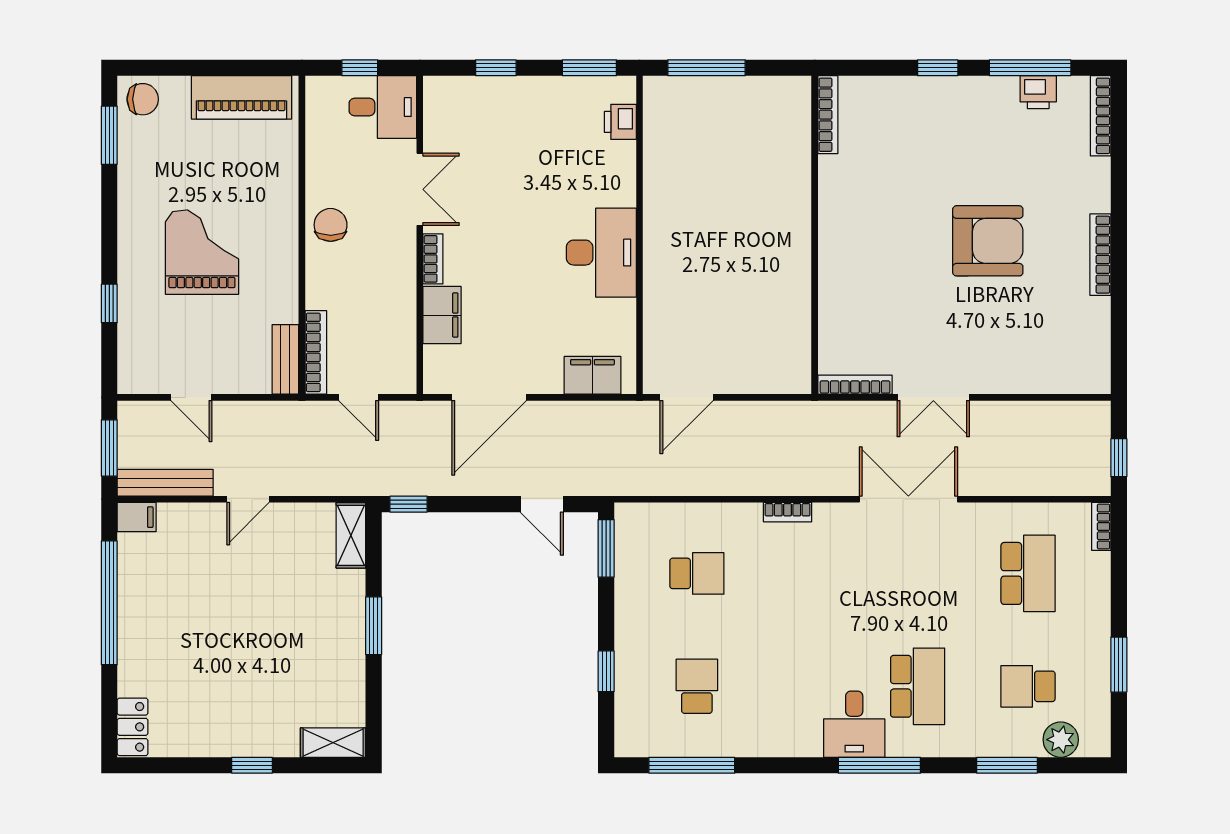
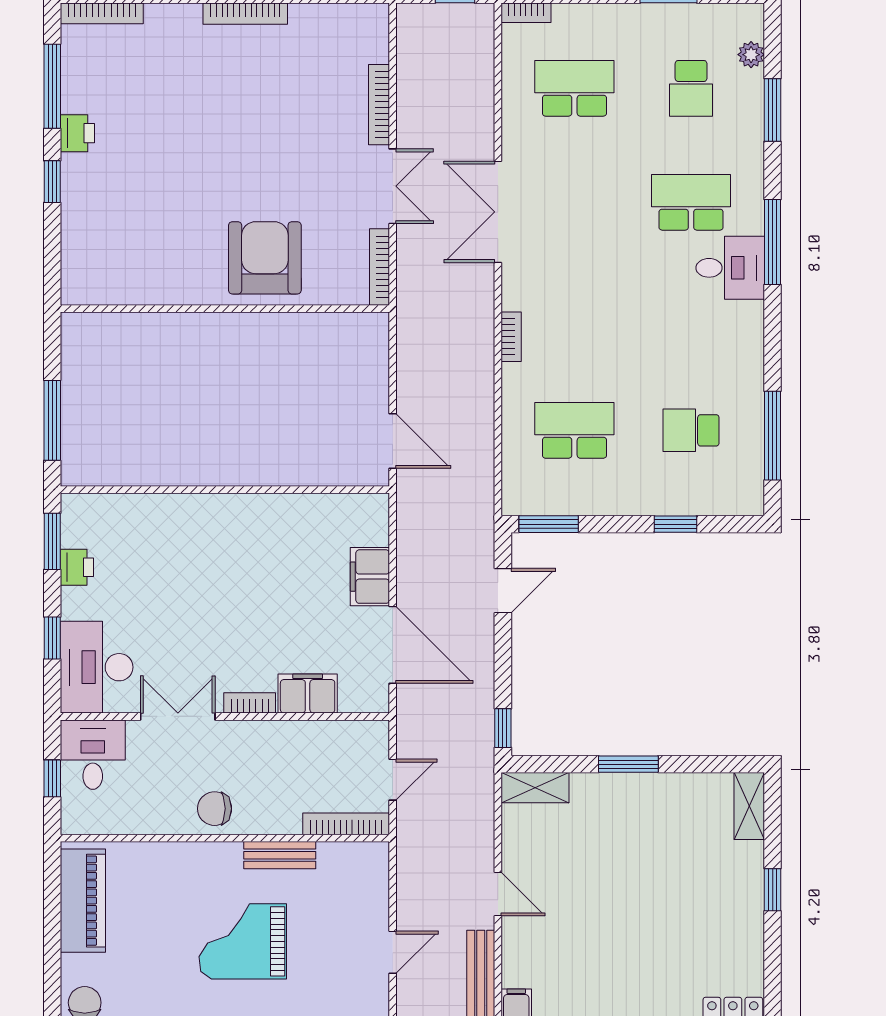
printer: (1038, 92) -> (77, 133), moved
bookcase: (828, 115) -> (379, 105), moved, turned -90
printer: (620, 122) -> (77, 567), moved, turned -90
armchair: (988, 241) -> (265, 258), moved
desk: (601, 253) -> (97, 667), moved, turned -90
bench: (285, 359) -> (280, 855), moved
filing cabinet: (592, 375) -> (370, 577), moved
school desk: (697, 573) -> (574, 430), width x1.85
plant: (1061, 740) -> (751, 55), width x0.73, depth x0.73

